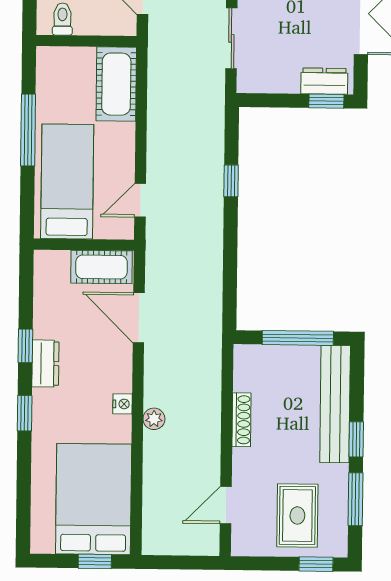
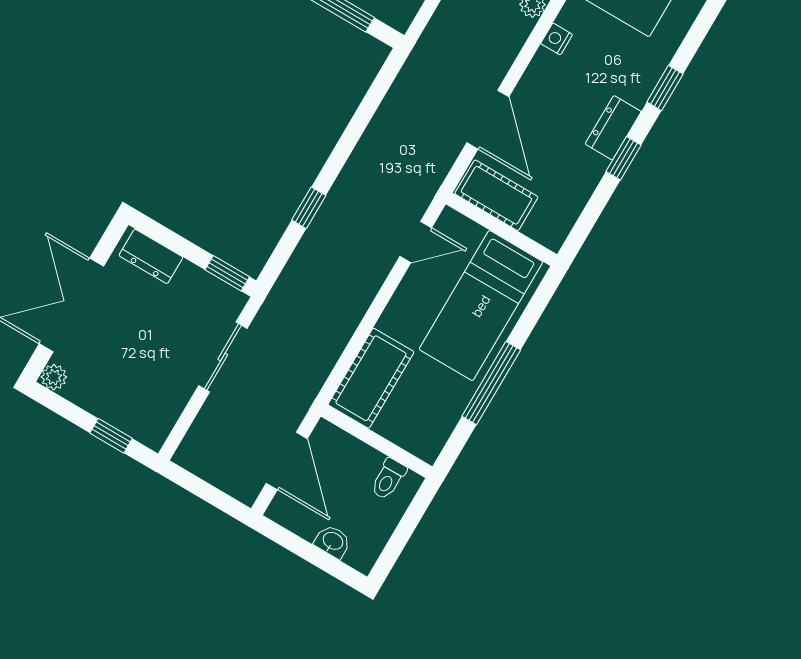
window: (326, 101) -> (227, 273), moved

